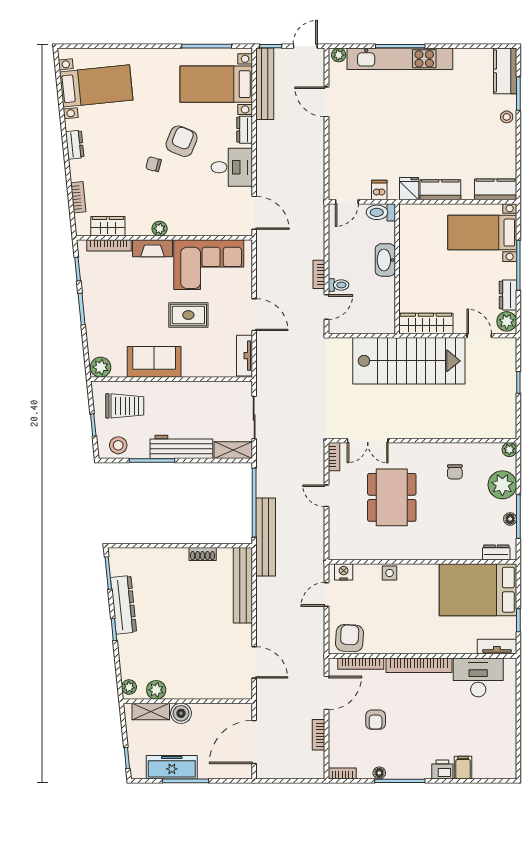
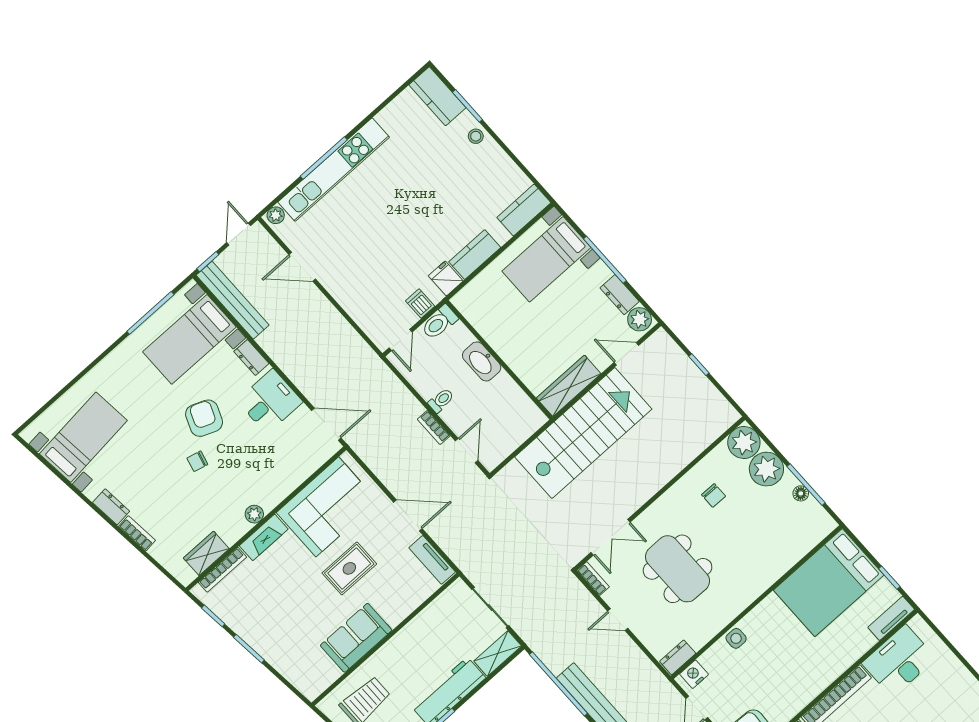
bookcase: (78, 197) -> (137, 533), moved
toilet: (339, 285) -> (441, 400), moved
plant: (101, 367) -> (312, 685), removed
plant: (509, 450) -> (744, 443), width x1.87, depth x1.87
dresser: (496, 552) -> (678, 657), moved

